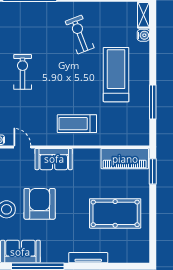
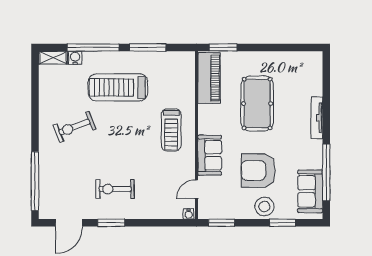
window: (153, 52) -> (93, 47), added
pool table: (115, 213) -> (257, 104), moved

